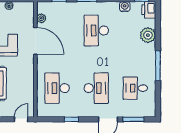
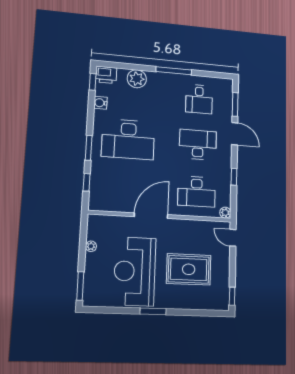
plant: (41, 18) -> (225, 213), moved
desk: (96, 30) -> (128, 139), width x1.36, depth x1.30
door: (35, 41) -> (151, 216), moved

